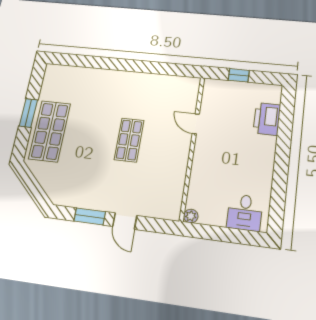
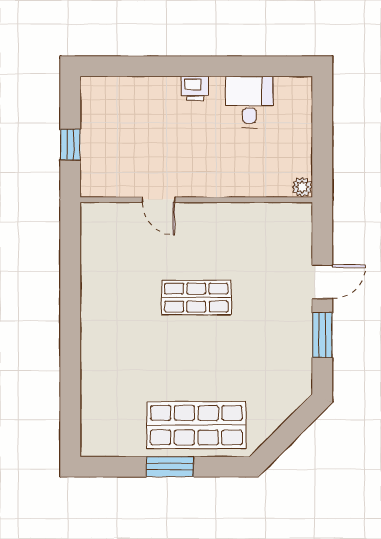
printer: (267, 119) -> (195, 88), moved, width x0.53, depth x0.68
door: (196, 124) -> (158, 200), hinge flipped
desk: (245, 213) -> (249, 102), moved, turned -90

